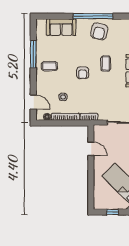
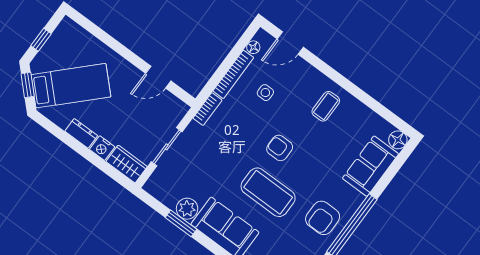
floor lamp: (41, 24) -> (398, 140), added
armchair: (99, 31) -> (323, 218), turned -103
window: (33, 54) -> (361, 95), removed
coffee table: (106, 63) -> (268, 192), width x1.86, depth x1.72

